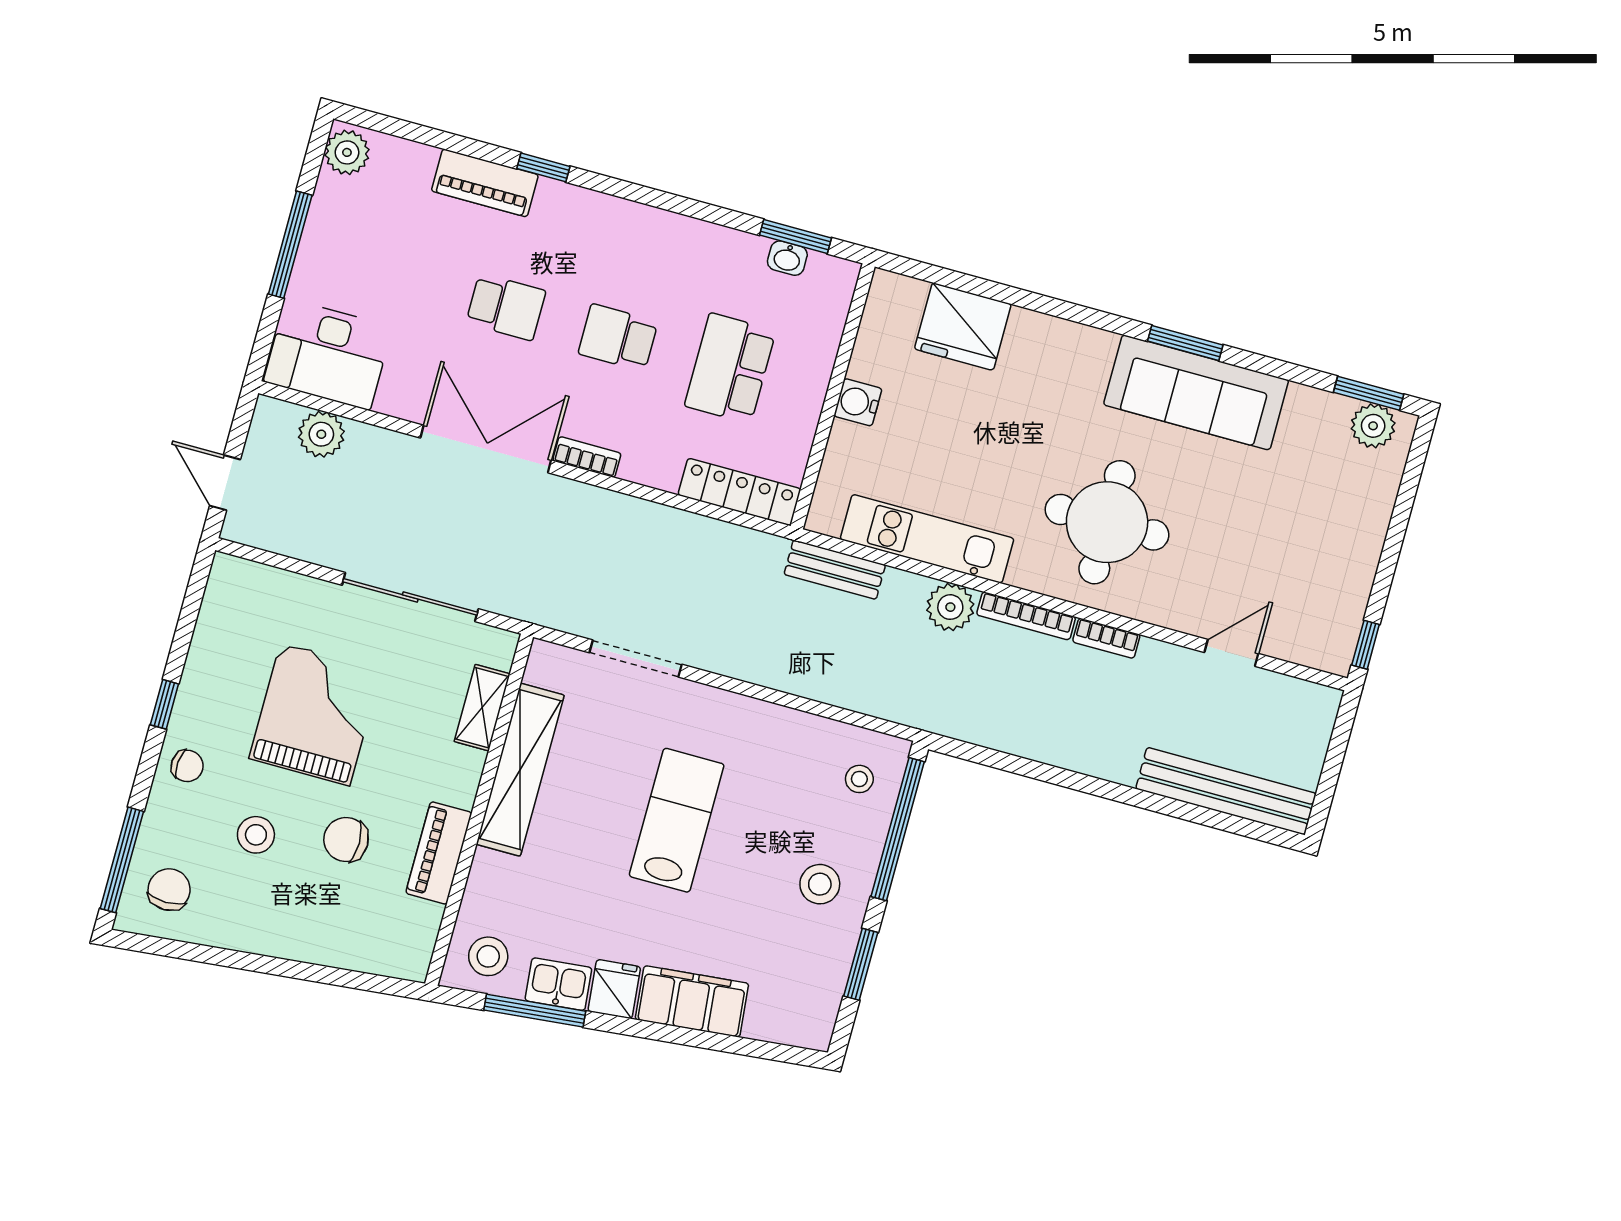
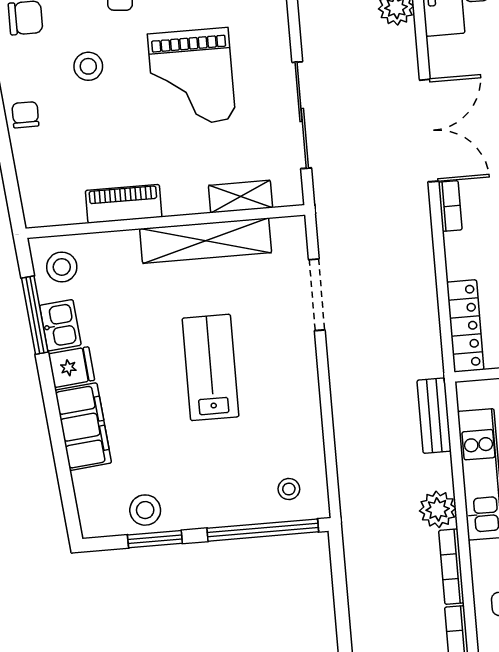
grand piano: (315, 714) -> (192, 77), turned 90
lab bench: (677, 820) -> (210, 367), turned -90
chair: (346, 839) -> (25, 115), moved, width x0.73, depth x0.73
stool: (820, 884) -> (145, 510), moved

